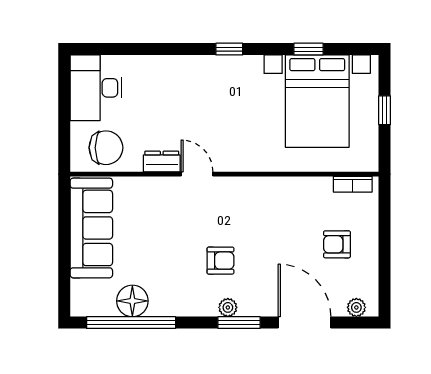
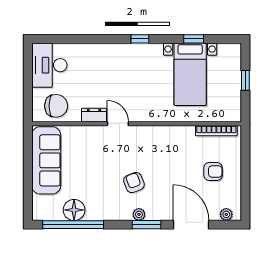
bed with nightstands: (317, 101) -> (190, 74), width x0.73
bookcase: (353, 184) -> (216, 131), width x1.56
armchair: (337, 244) -> (213, 172), turned 180
armchair: (220, 261) -> (134, 183), turned -111

